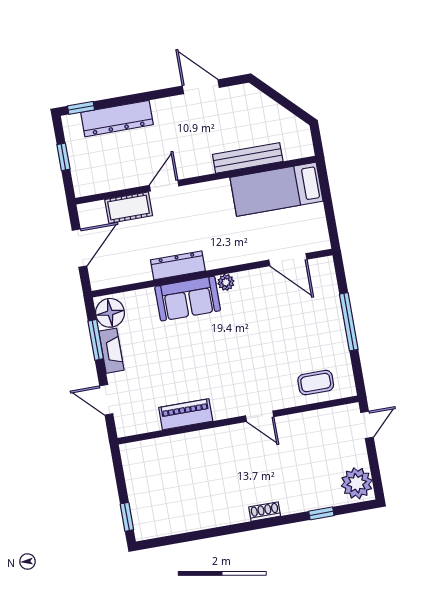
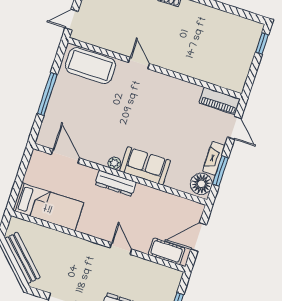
bench: (248, 158) -> (22, 258), moved, turned 45
door: (164, 186) -> (121, 248), swing flipped
cot: (129, 208) -> (167, 251), moved
dresser: (178, 265) -> (116, 183), moved
coffee table: (316, 383) -> (90, 66), width x1.86, depth x1.72
piano: (186, 414) -> (220, 101), moved

